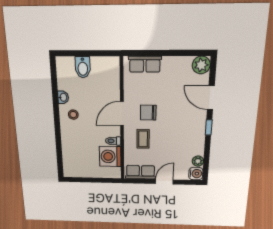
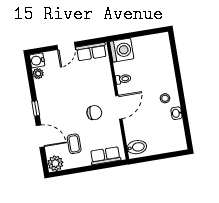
bidet: (83, 67) -> (137, 147), moved, turned 90
coffee table: (143, 139) -> (74, 144), moved
washing machine: (110, 156) -> (122, 50), moved

